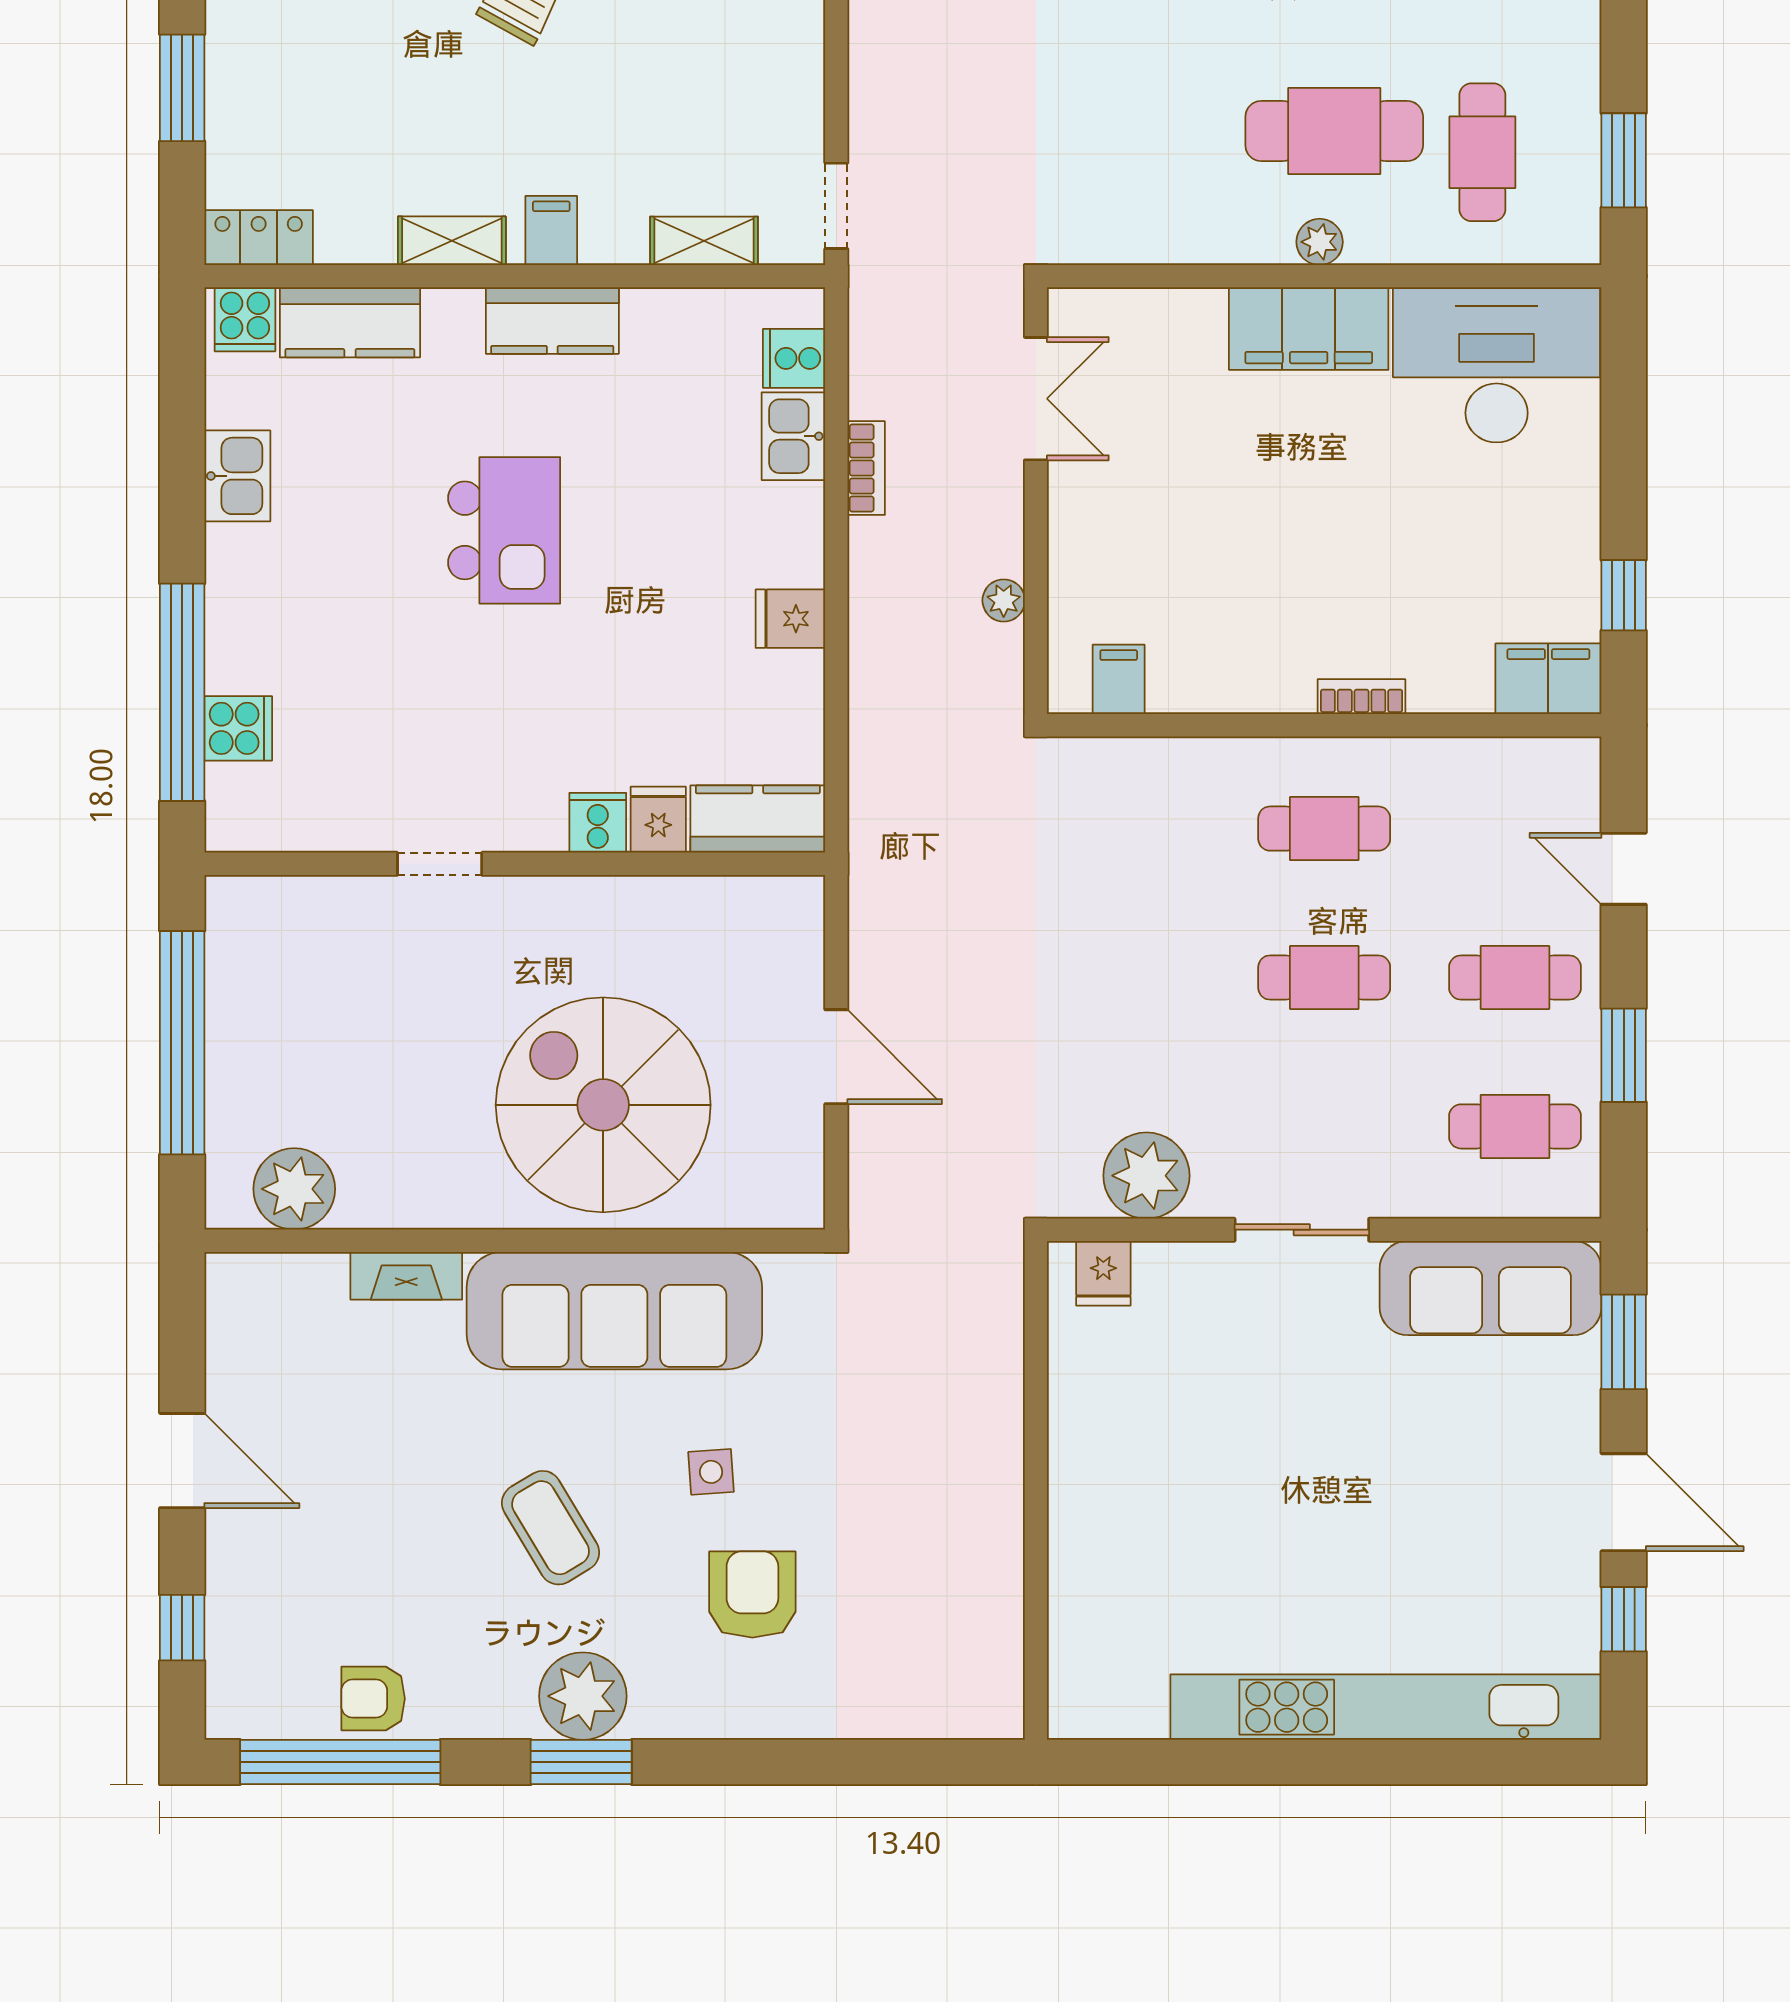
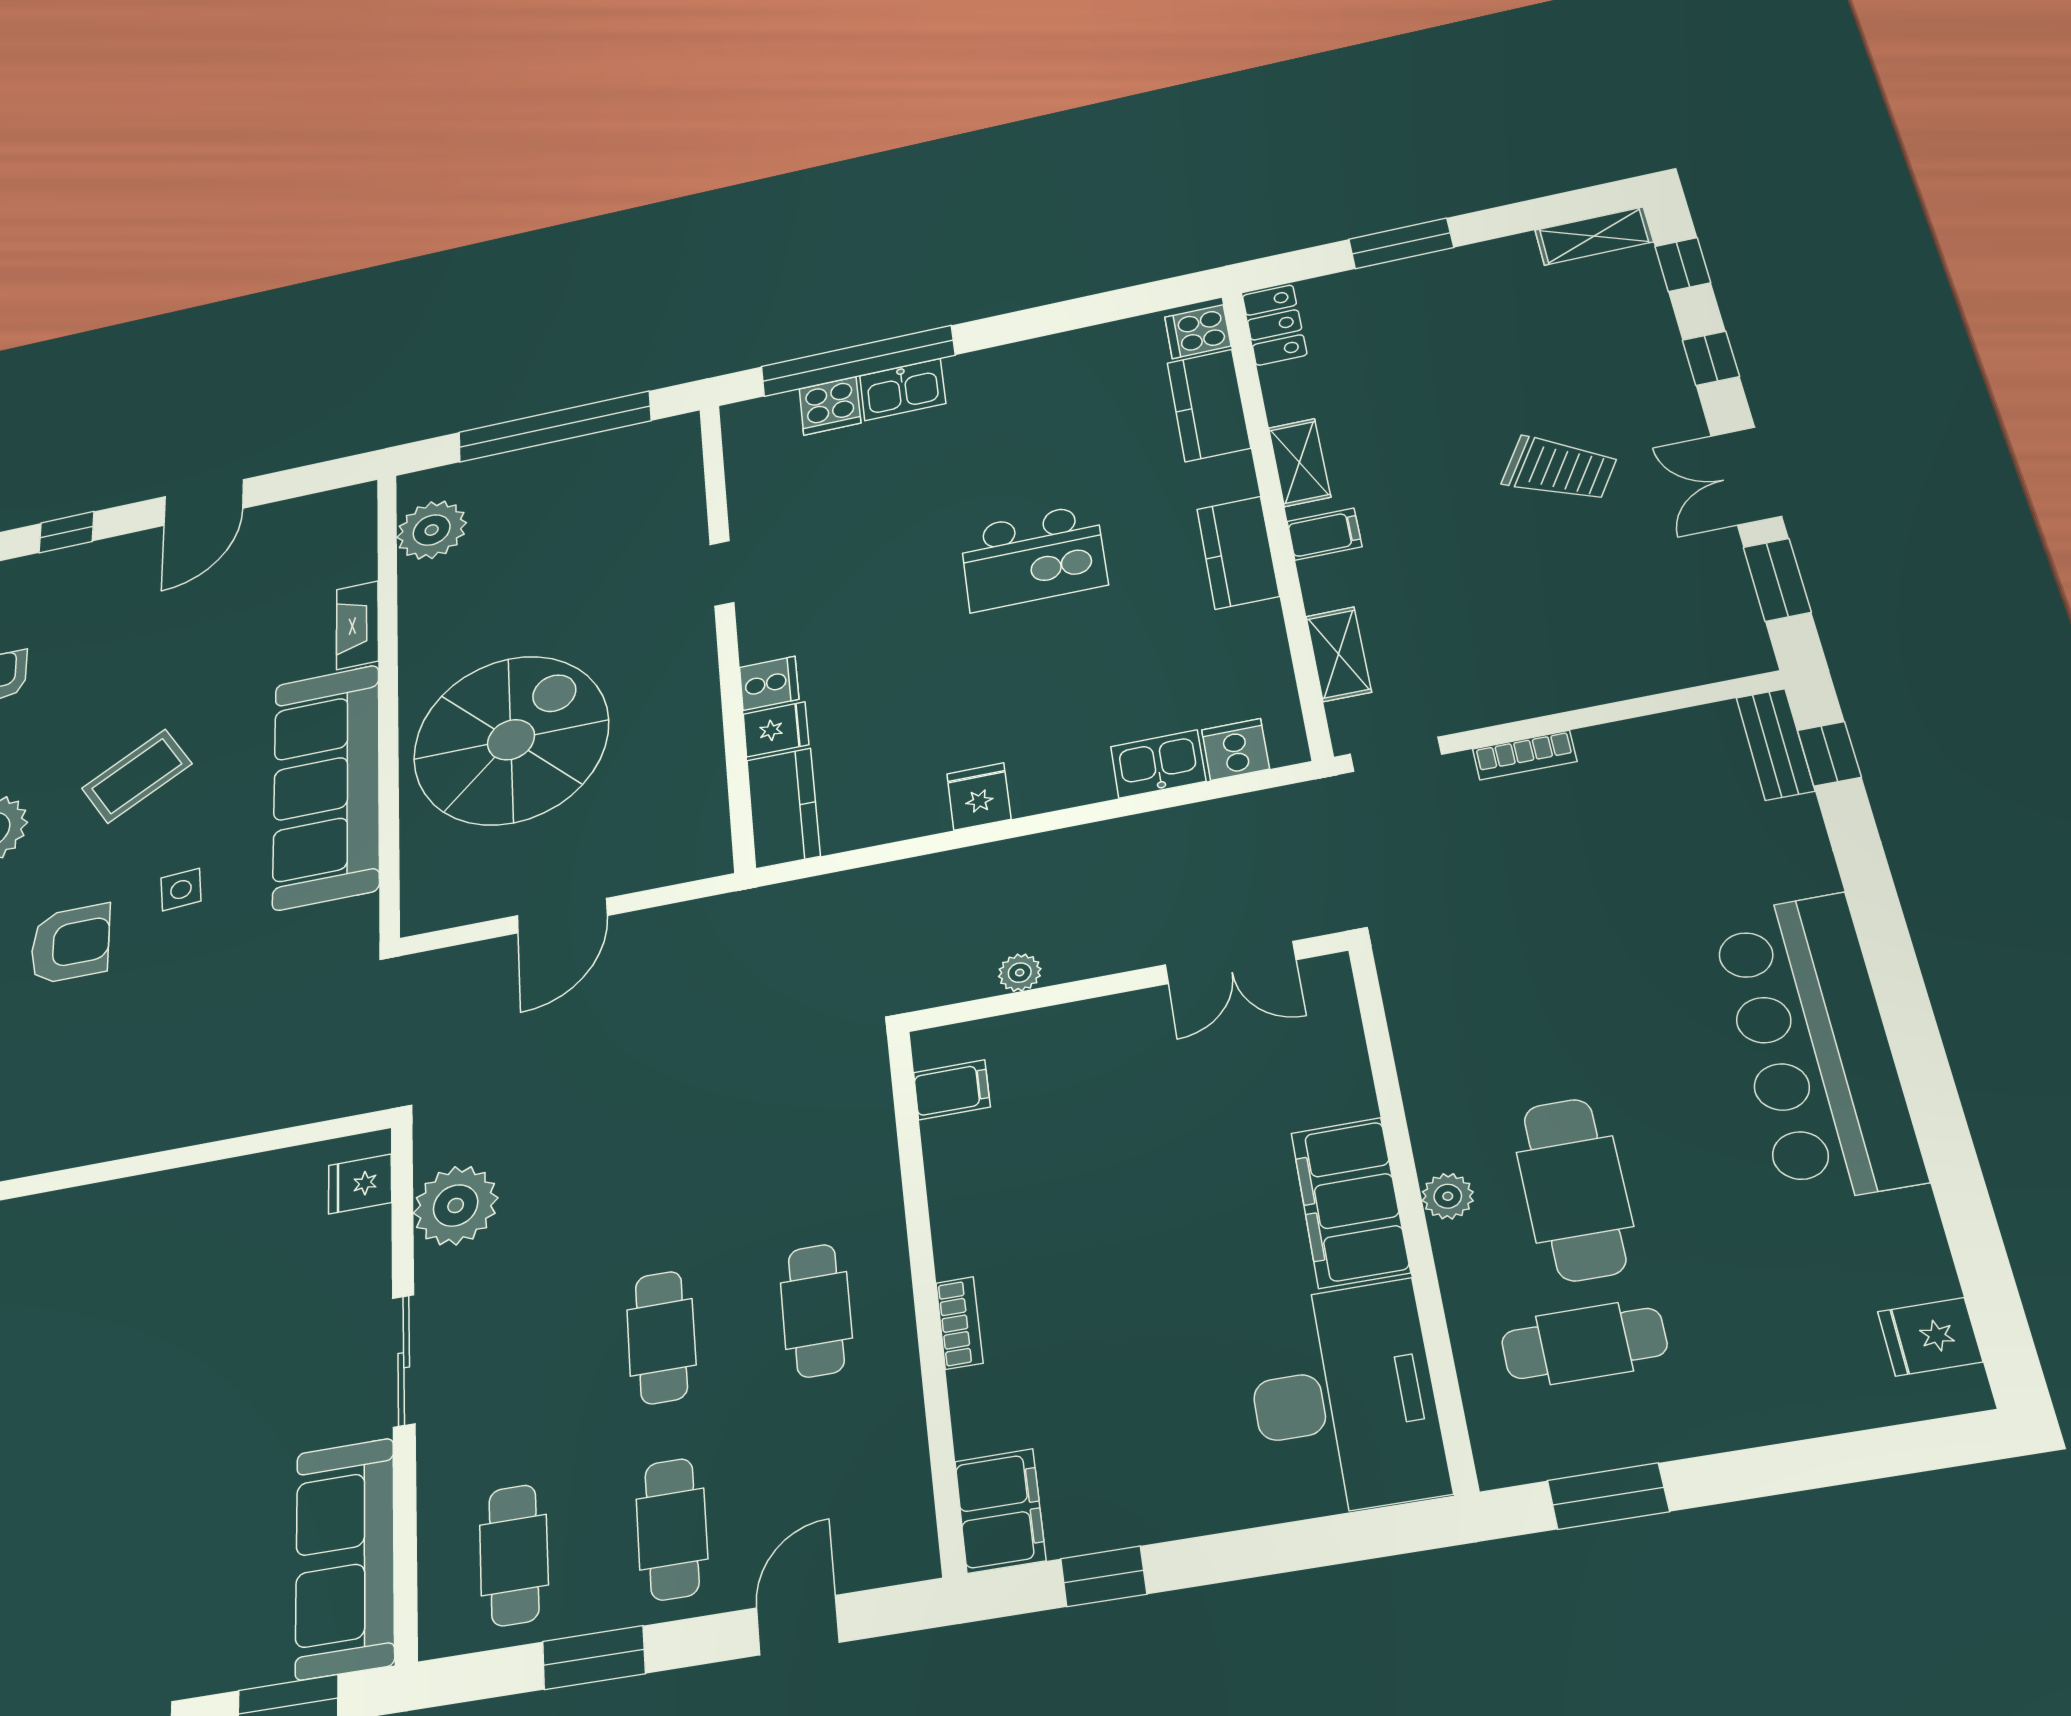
bookcase: (866, 468) -> (1525, 755), moved
kitchen sink: (237, 476) -> (903, 390), moved

